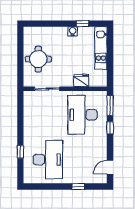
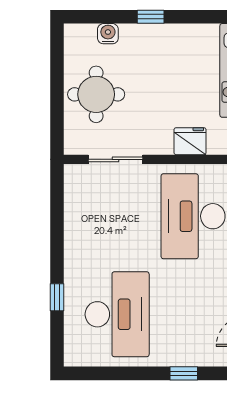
window: (82, 24) -> (151, 17), moved
water cooler: (73, 31) -> (108, 34), moved

